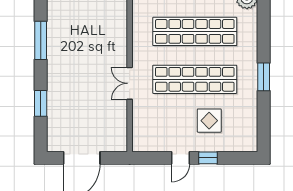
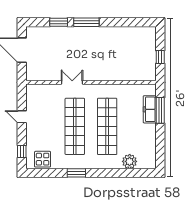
window: (41, 40) -> (86, 22), moved
display table: (209, 121) -> (43, 159), moved
window: (208, 158) -> (22, 151), moved

